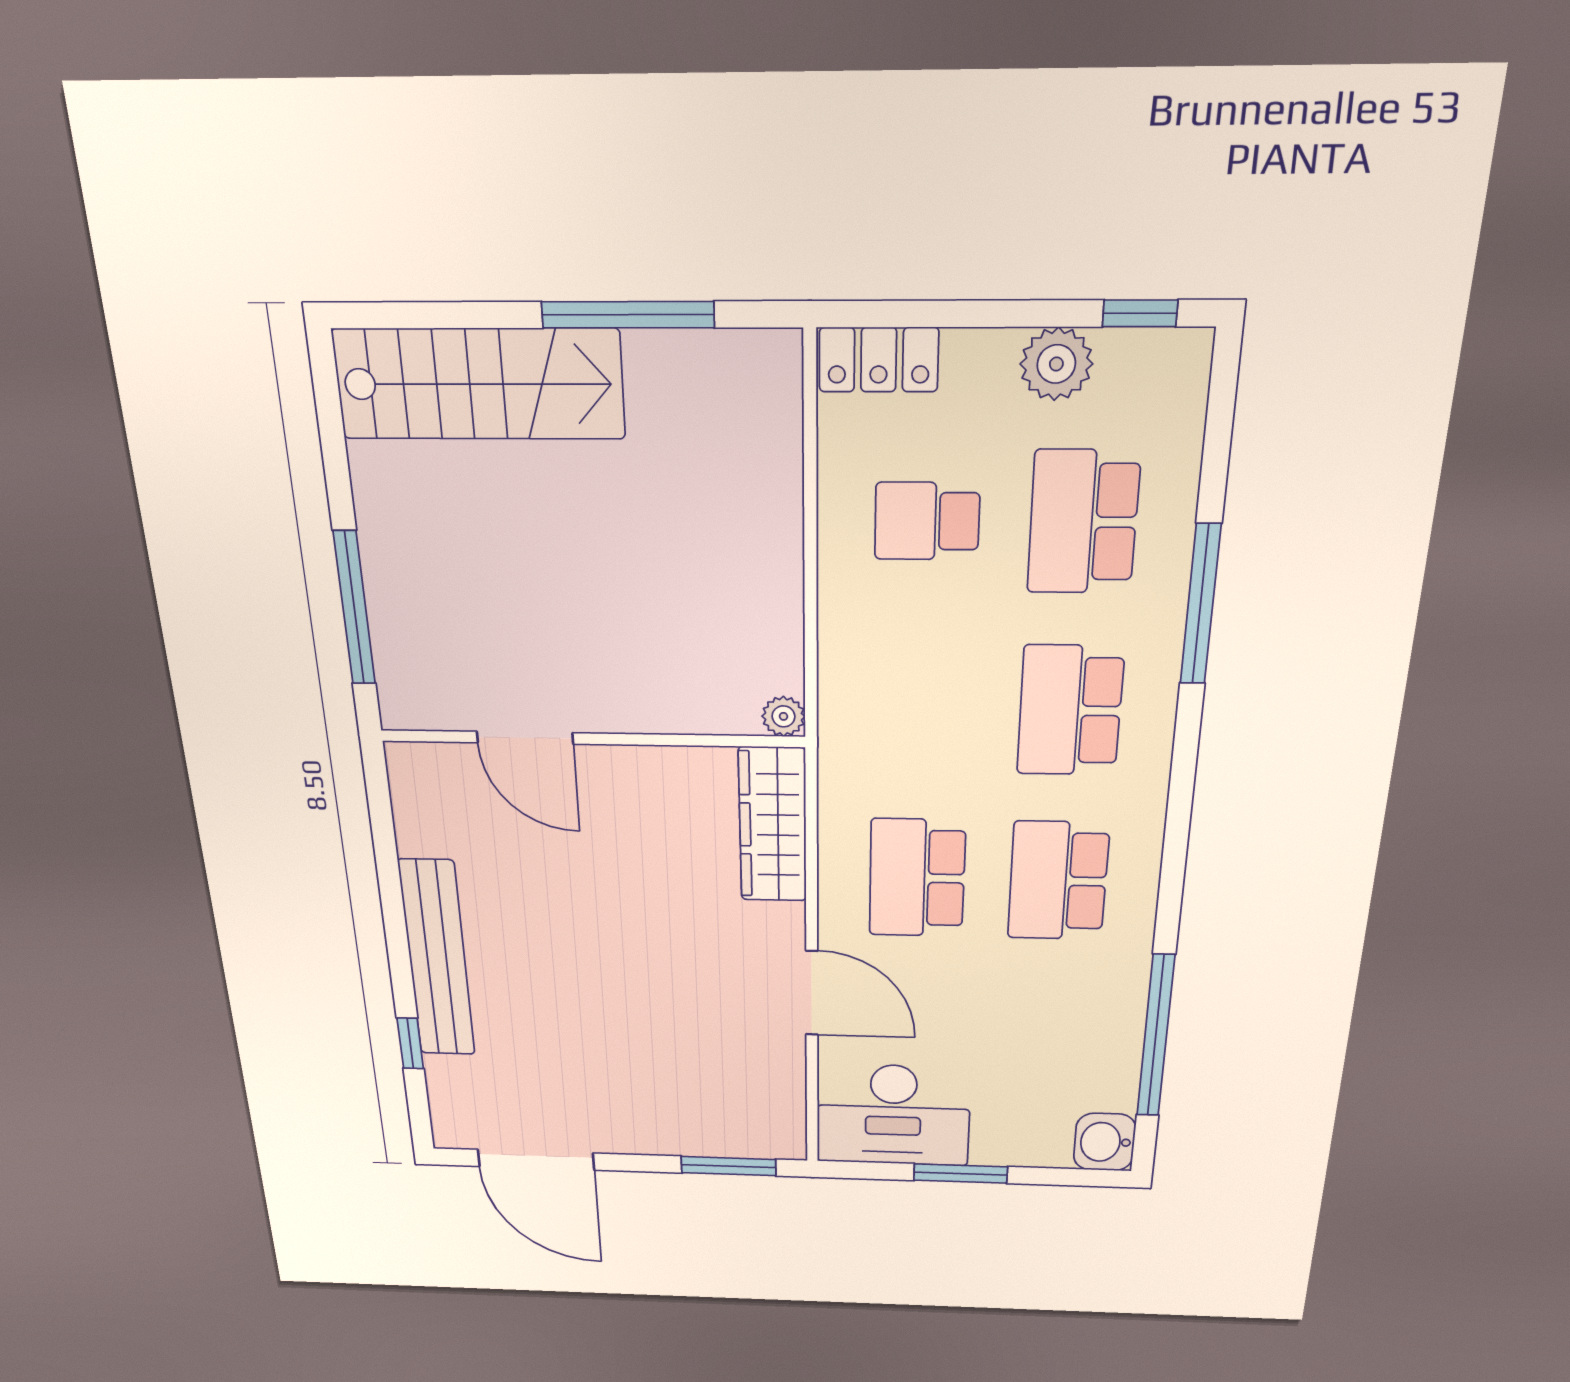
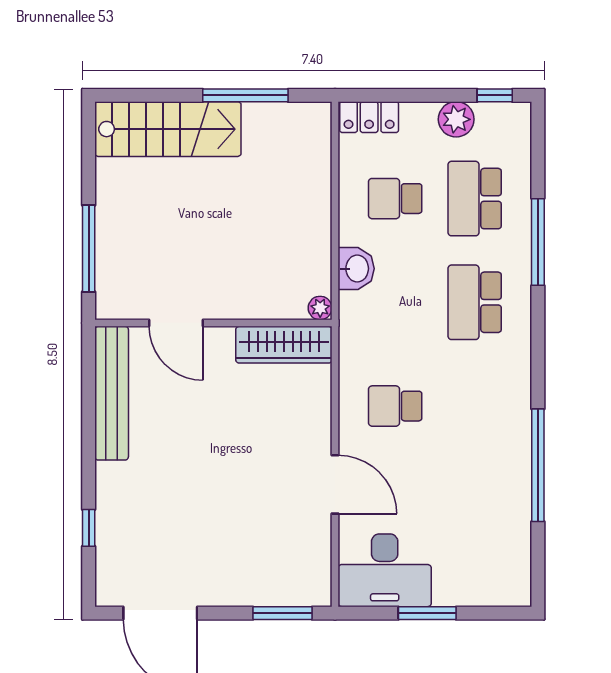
wardrobe: (773, 825) -> (284, 345), moved, turned -90
school desk: (917, 878) -> (395, 406), width x0.54
school desk: (1058, 881) -> (475, 406), removed
bench: (437, 959) -> (112, 393), moved
window: (1156, 1036) -> (538, 465), moved
washbasin: (1105, 1142) -> (356, 269), moved, turned 180

